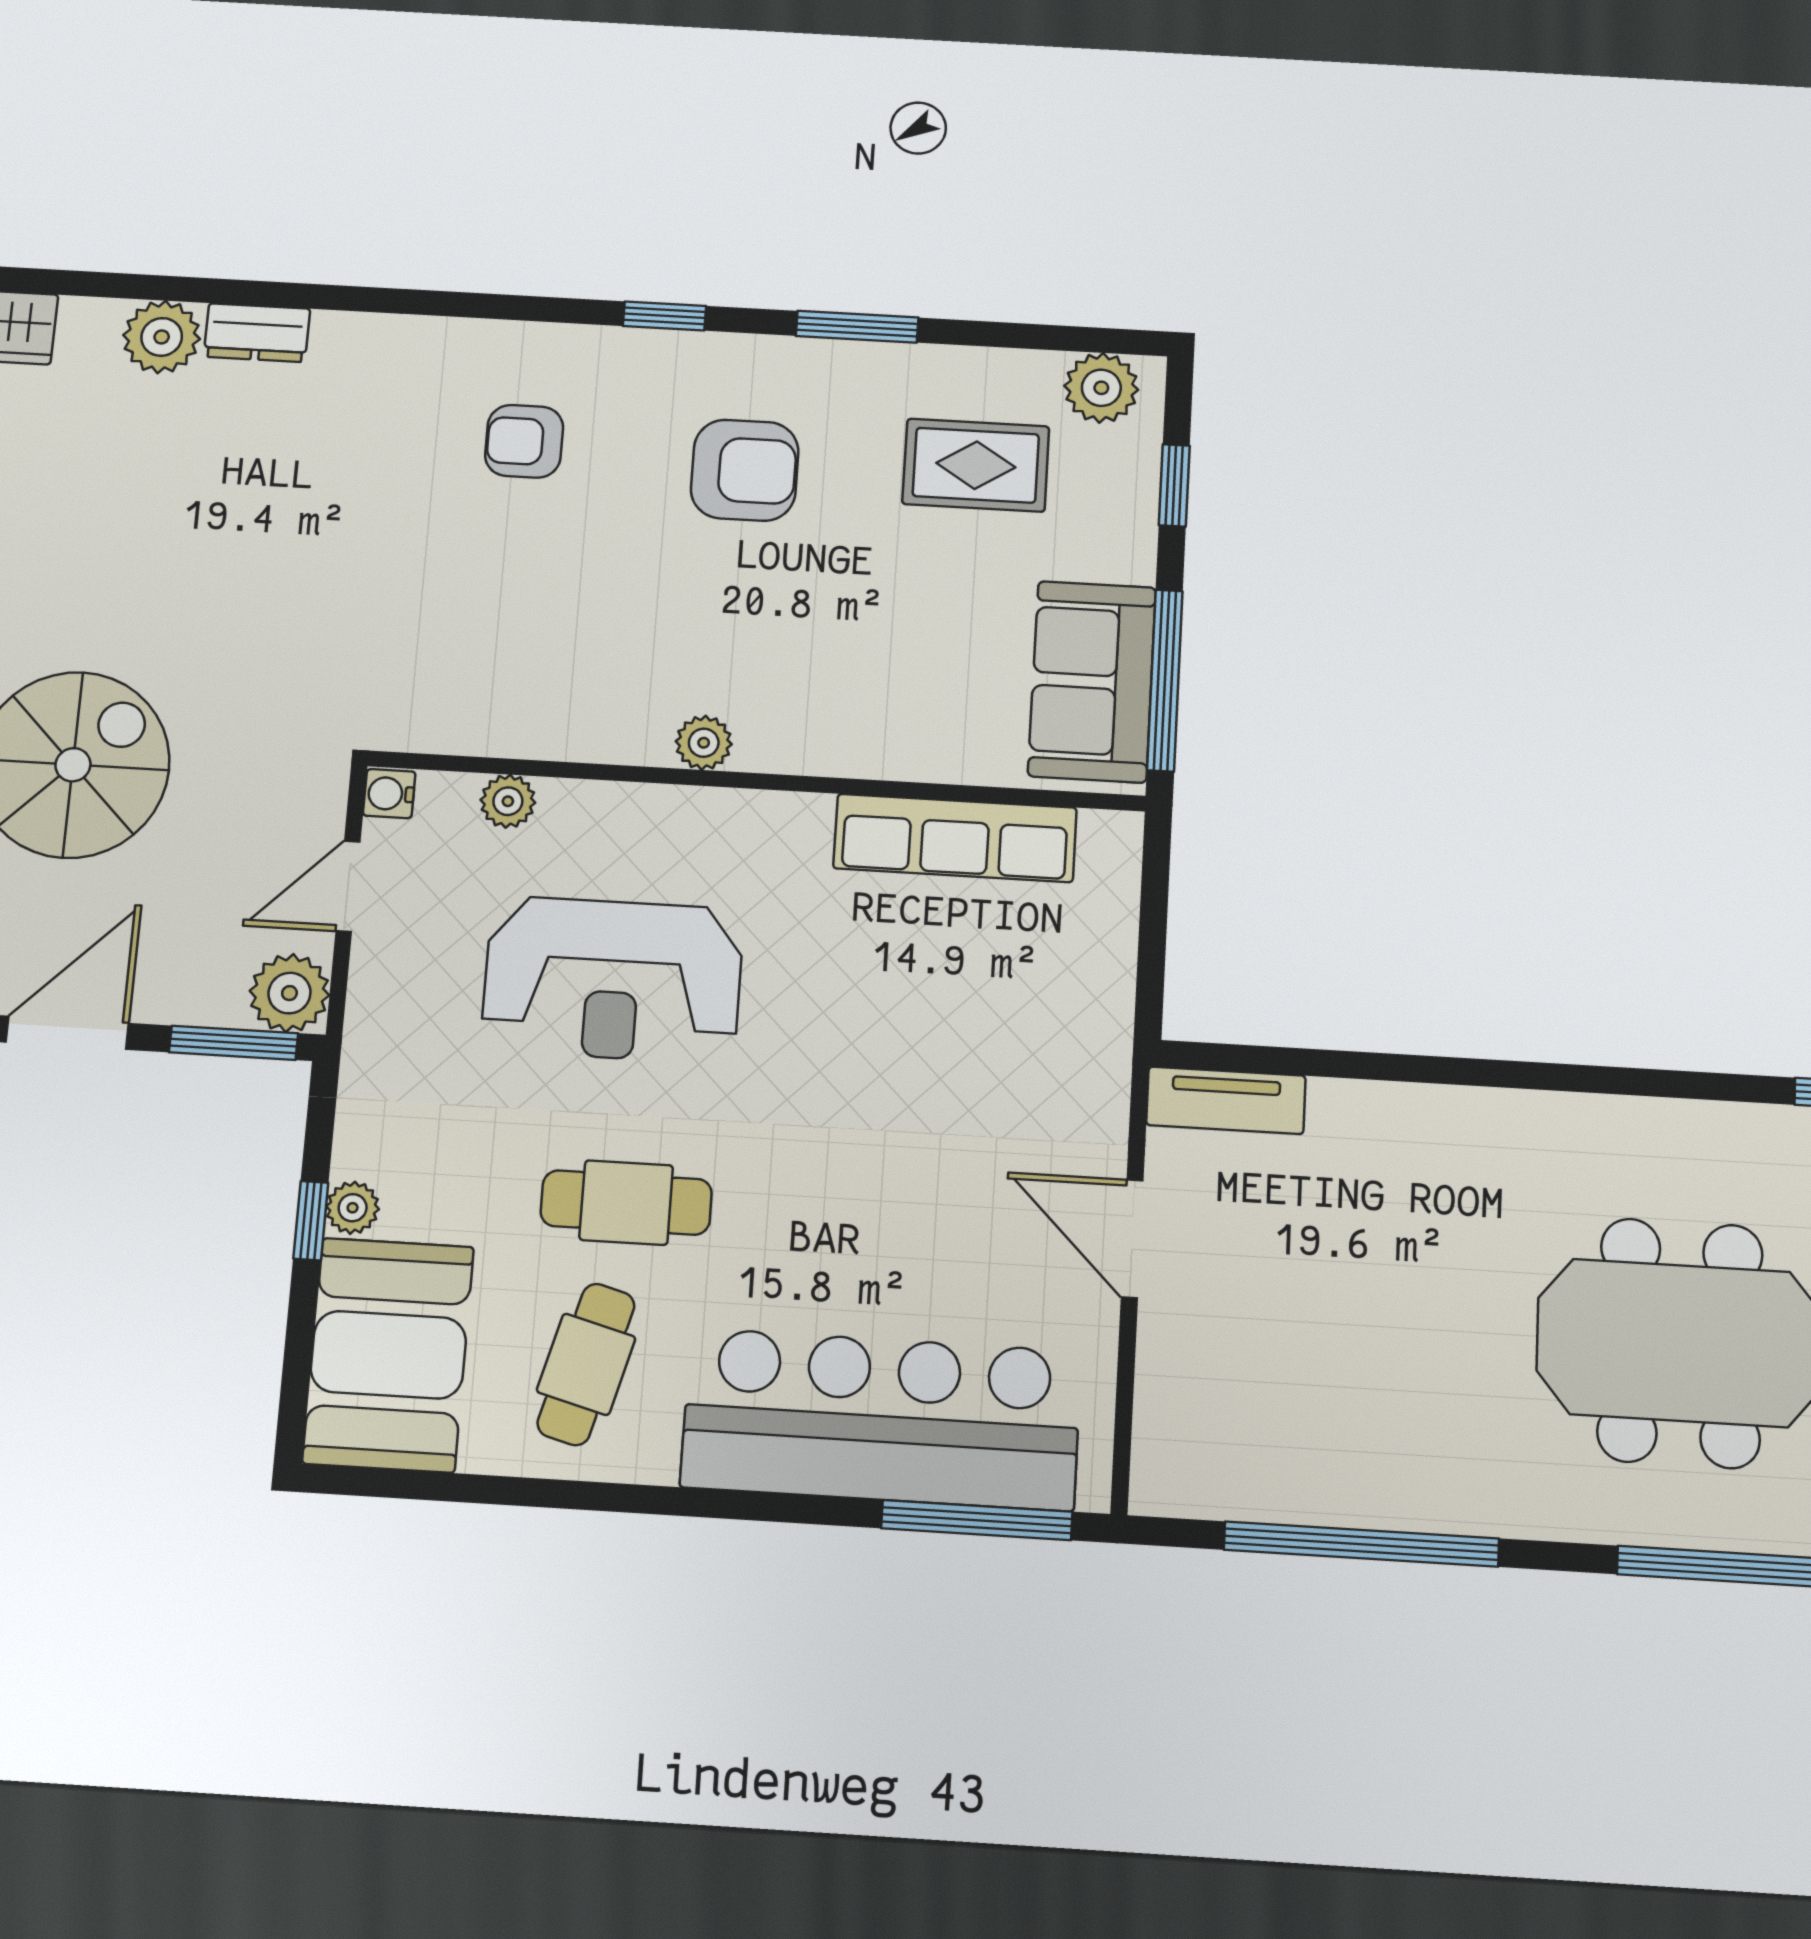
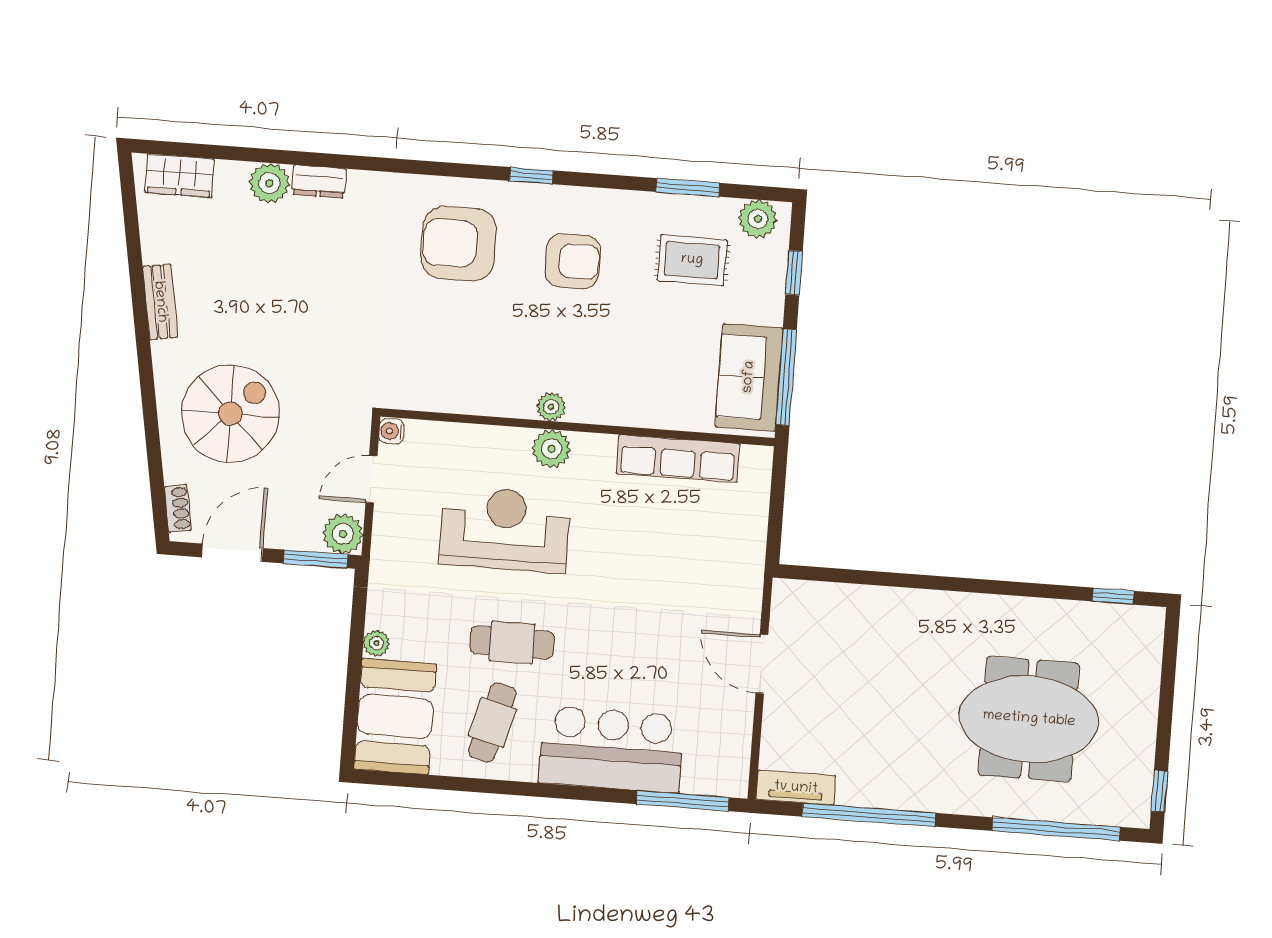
window: (857, 327) -> (688, 187), moved
armchair: (524, 441) -> (459, 244), width x1.88, depth x1.88
plant: (508, 801) -> (551, 449), moved, width x1.38, depth x1.38
reception desk: (613, 979) -> (505, 529), turned 180
tv unit: (1226, 1100) -> (796, 788), moved, turned 180
window: (311, 1221) -> (356, 649), removed
bar counter: (881, 1419) -> (611, 749), width x0.73

